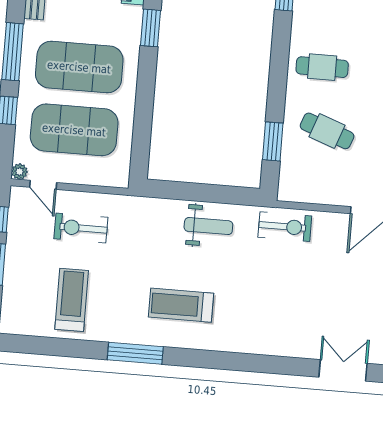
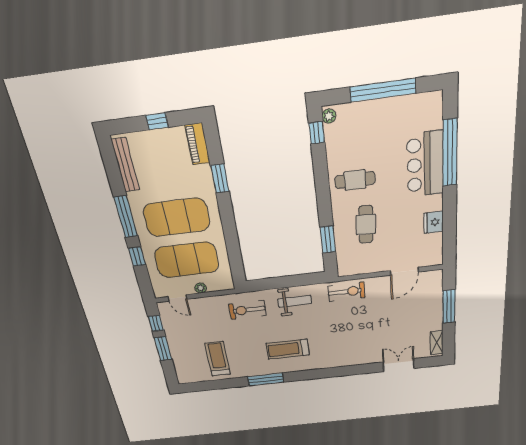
cafe table: (327, 131) -> (366, 225), turned 73
plant: (20, 172) -> (201, 288), moved
exercise bike: (81, 228) -> (247, 310), moved

